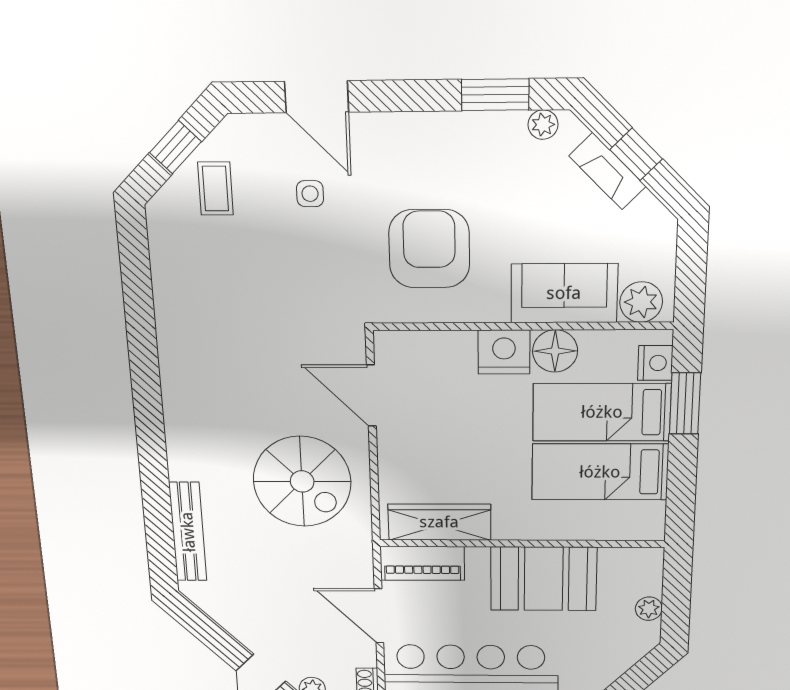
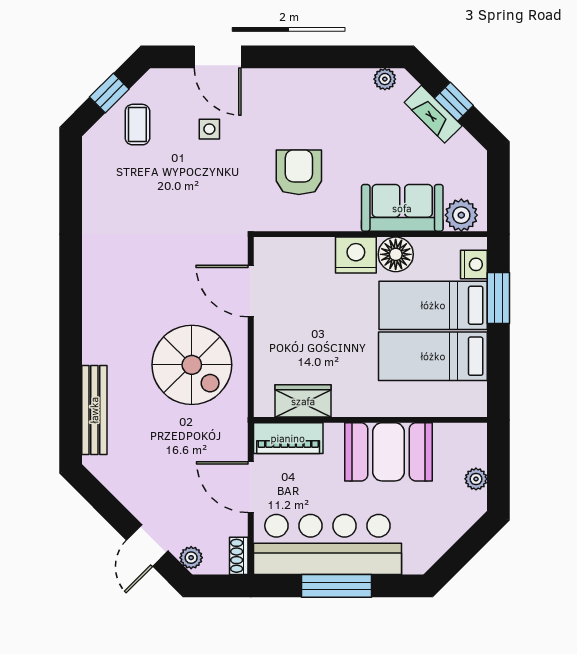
window: (495, 95) -> (350, 57), removed
armchair: (429, 249) -> (299, 172), width x0.73, depth x0.73
wardrobe: (439, 522) -> (303, 401), width x0.67

